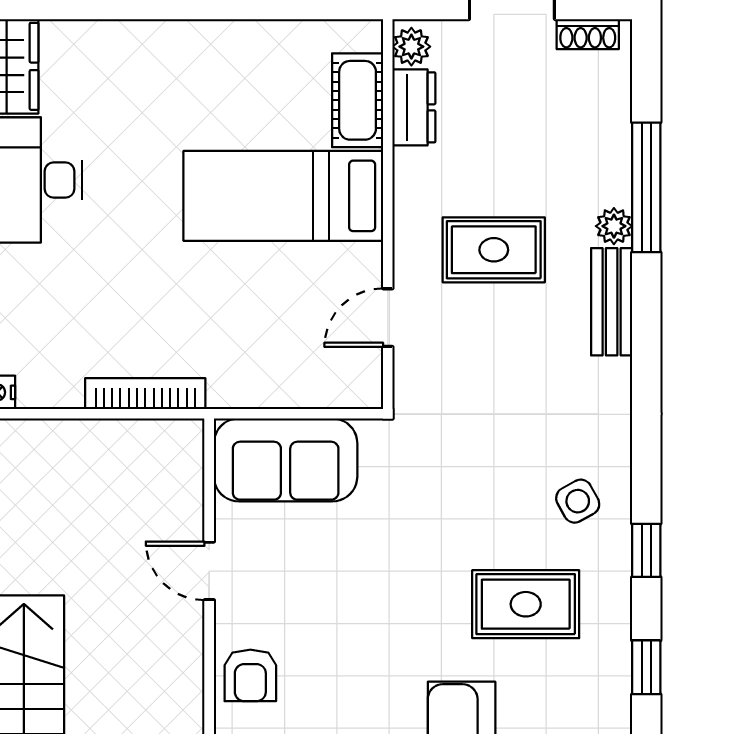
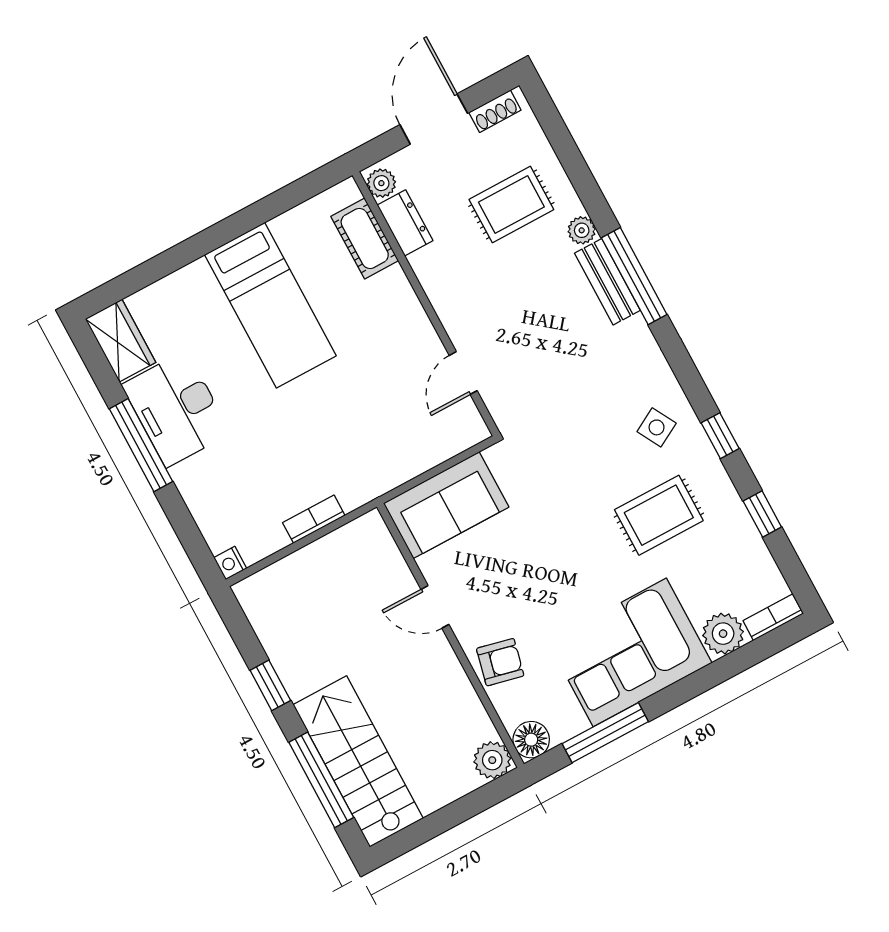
window: (646, 187) -> (634, 276), moved
bed: (283, 196) -> (270, 305), moved, turned -90
rug: (494, 250) -> (511, 204), moved
bookcase: (145, 394) -> (314, 519), width x0.64
armchair: (250, 675) -> (500, 662), turned -77

